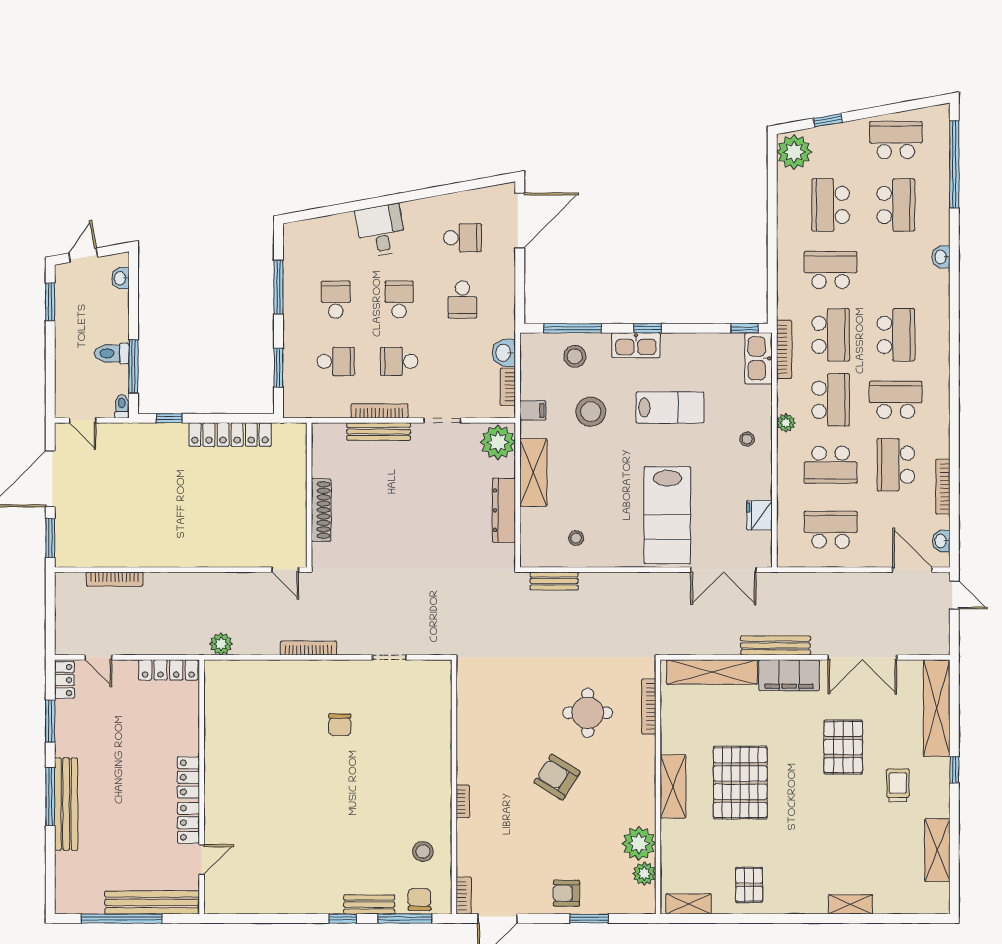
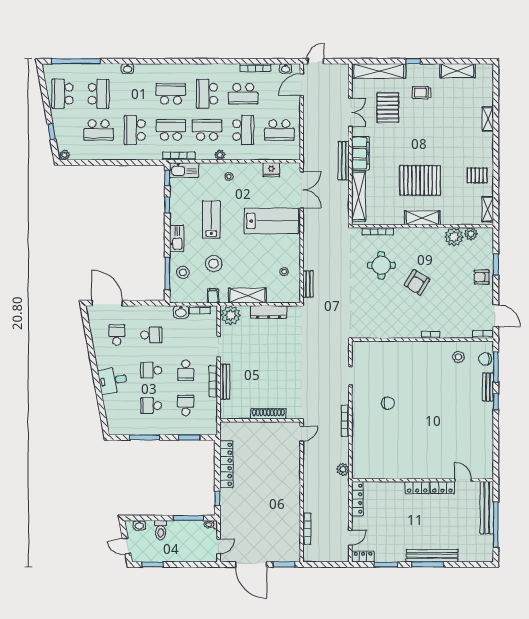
plant: (794, 152) -> (65, 155), width x0.53, depth x0.53
school desk: (896, 205) -> (99, 94), turned 90
window: (648, 328) -> (167, 205), moved
toilet: (112, 353) -> (161, 530), moved
school desk: (831, 530) -> (279, 130), turned -90
double door: (862, 657) -> (350, 112), width x0.73
pallet: (843, 747) -> (388, 108), moved, turned 90
armchair: (566, 893) -> (482, 277), turned 90

